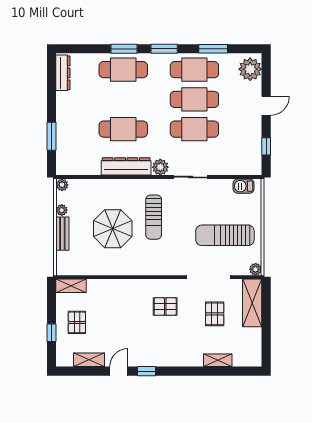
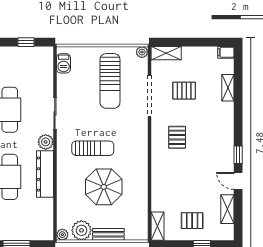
plant: (62, 210) -> (81, 230), width x1.88, depth x1.88
shelving: (252, 303) -> (166, 53), width x0.67, depth x0.75
filing cabinet: (255, 358) -> (226, 52), added

